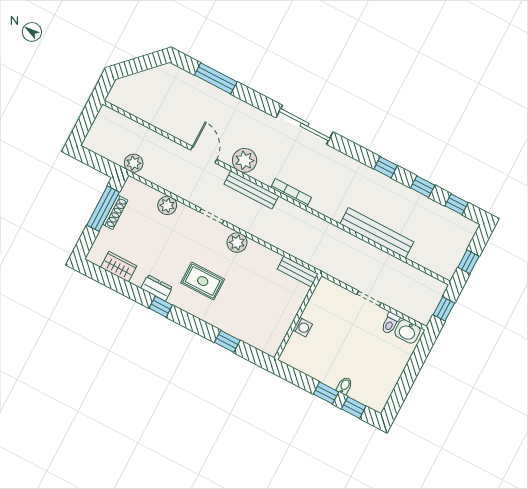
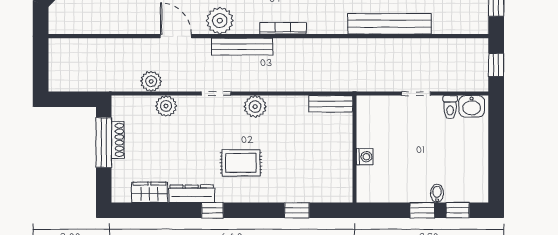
plant: (134, 163) -> (151, 81), moved
dresser: (157, 288) -> (192, 194), width x1.44

